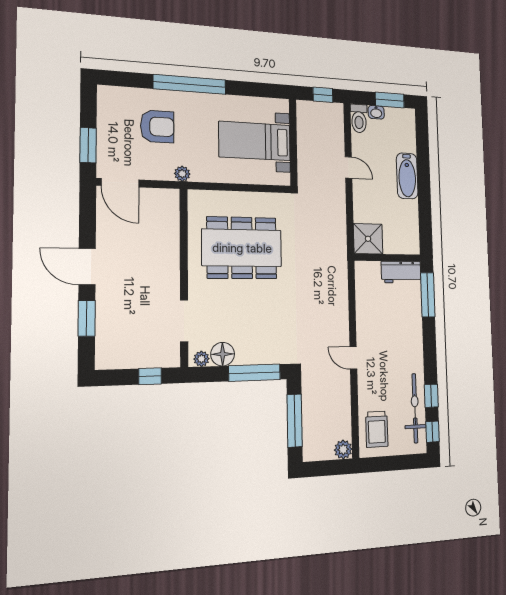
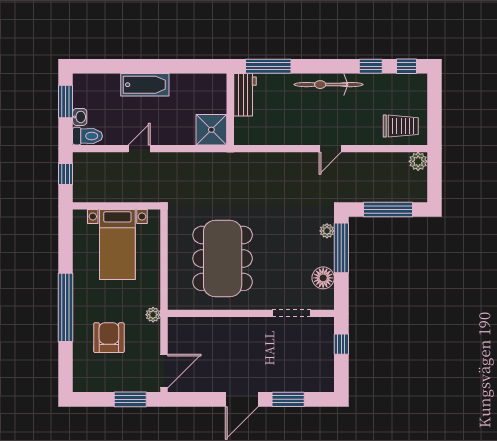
plant: (201, 359) -> (327, 231), moved
bicycle: (415, 408) -> (328, 85), moved

